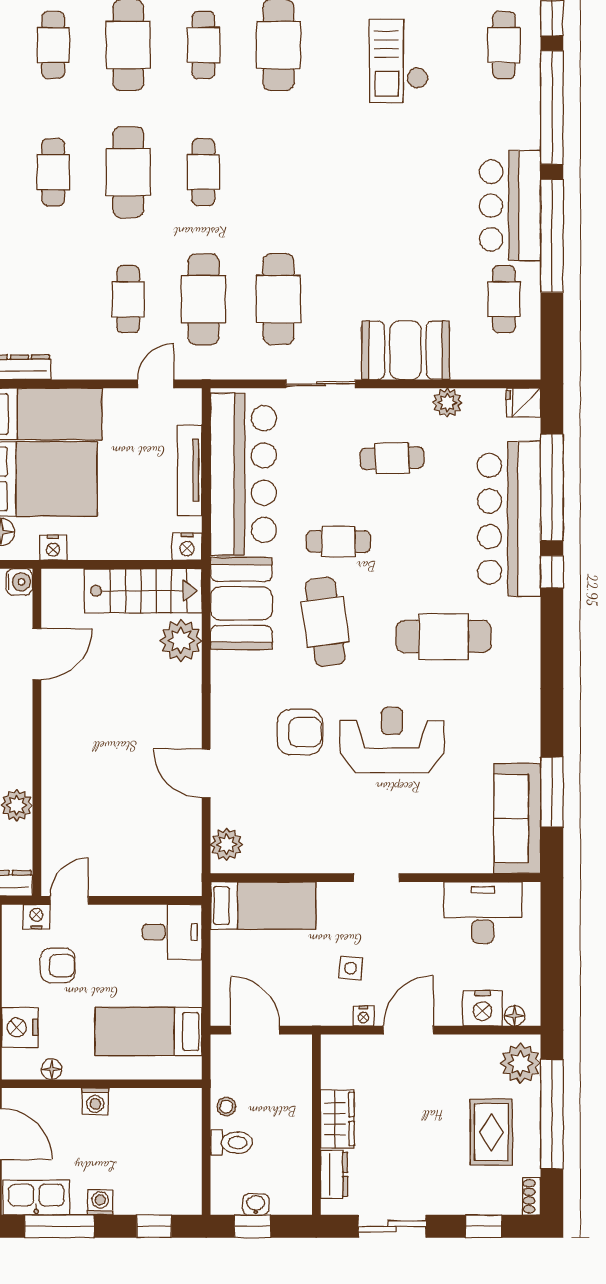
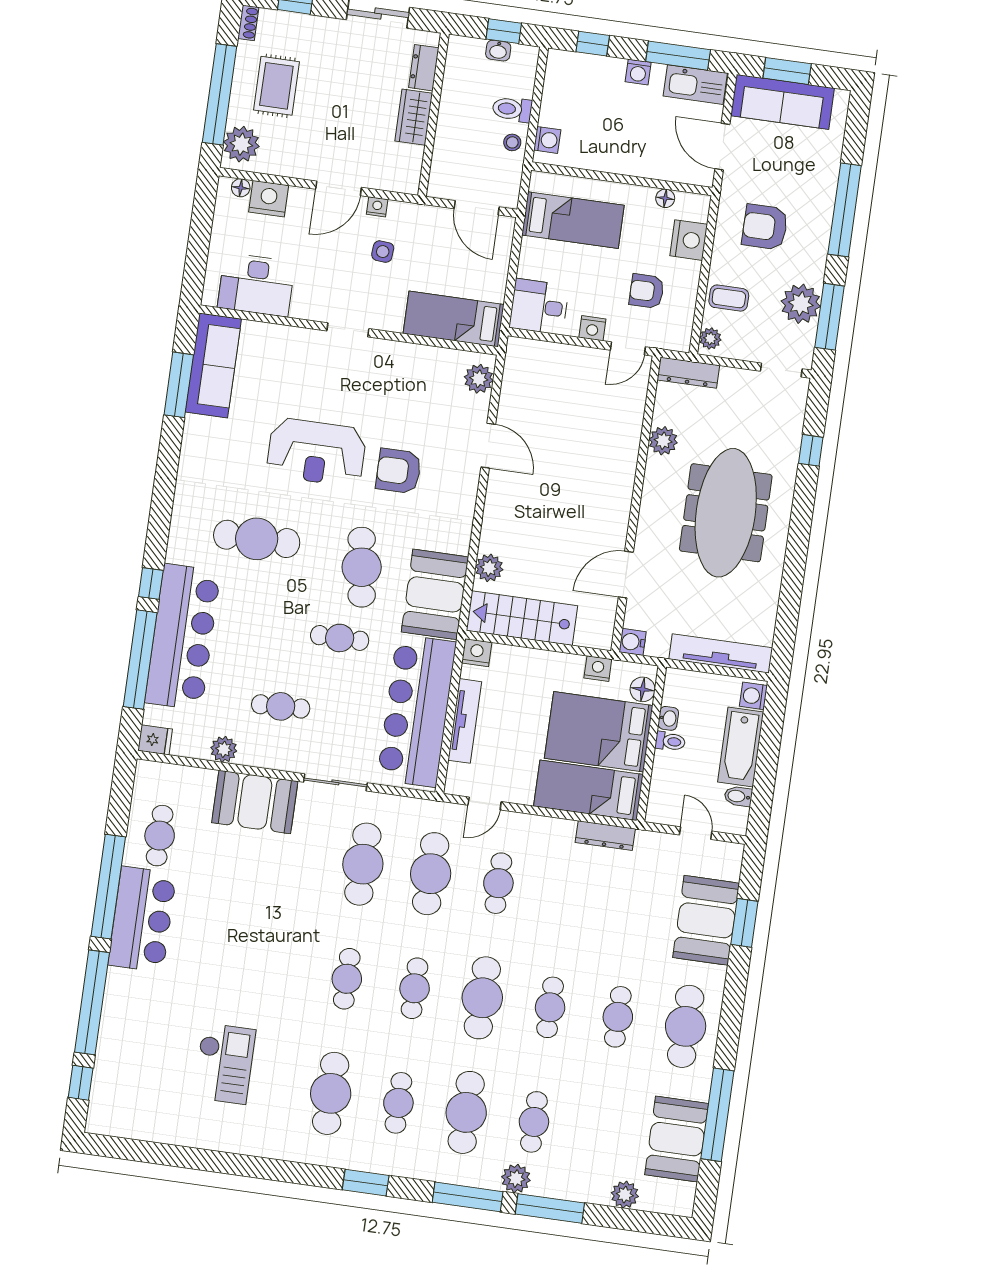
cafe table: (504, 45) -> (347, 979), moved
plant: (181, 641) -> (489, 568), width x0.73, depth x0.73
nightstand: (36, 917) -> (592, 328), moved
washing machine: (95, 1101) -> (547, 140), moved, turned 90

